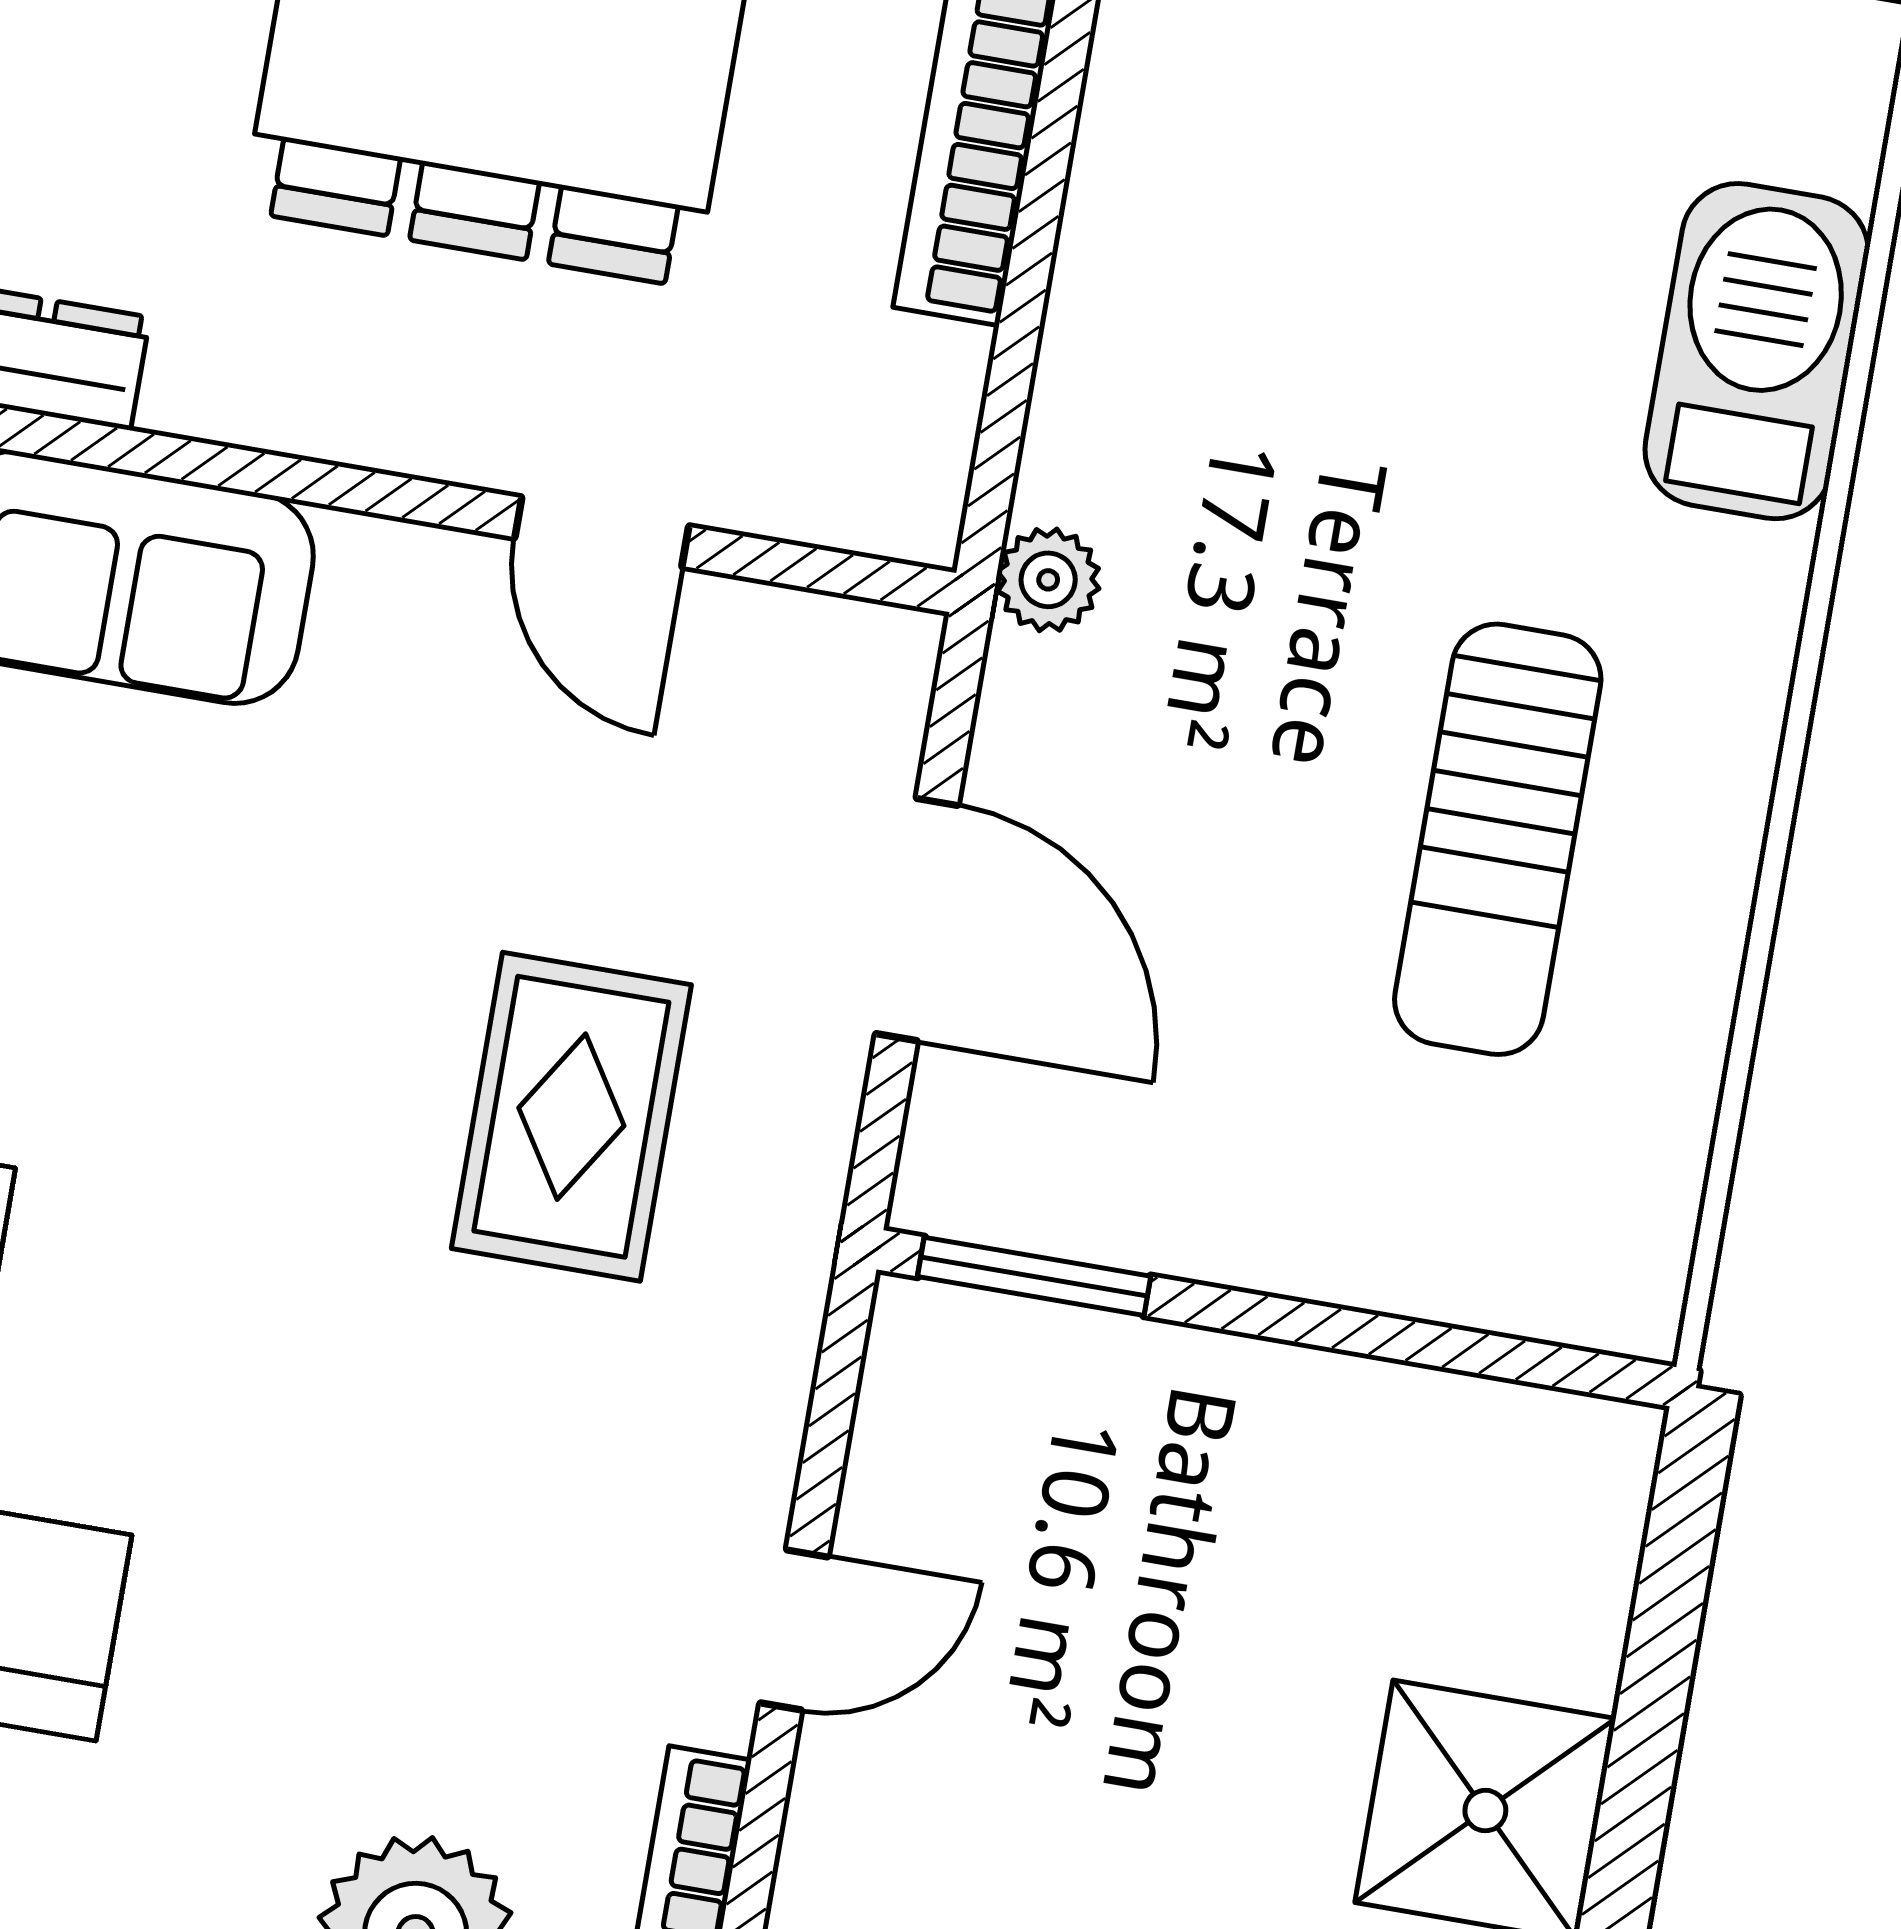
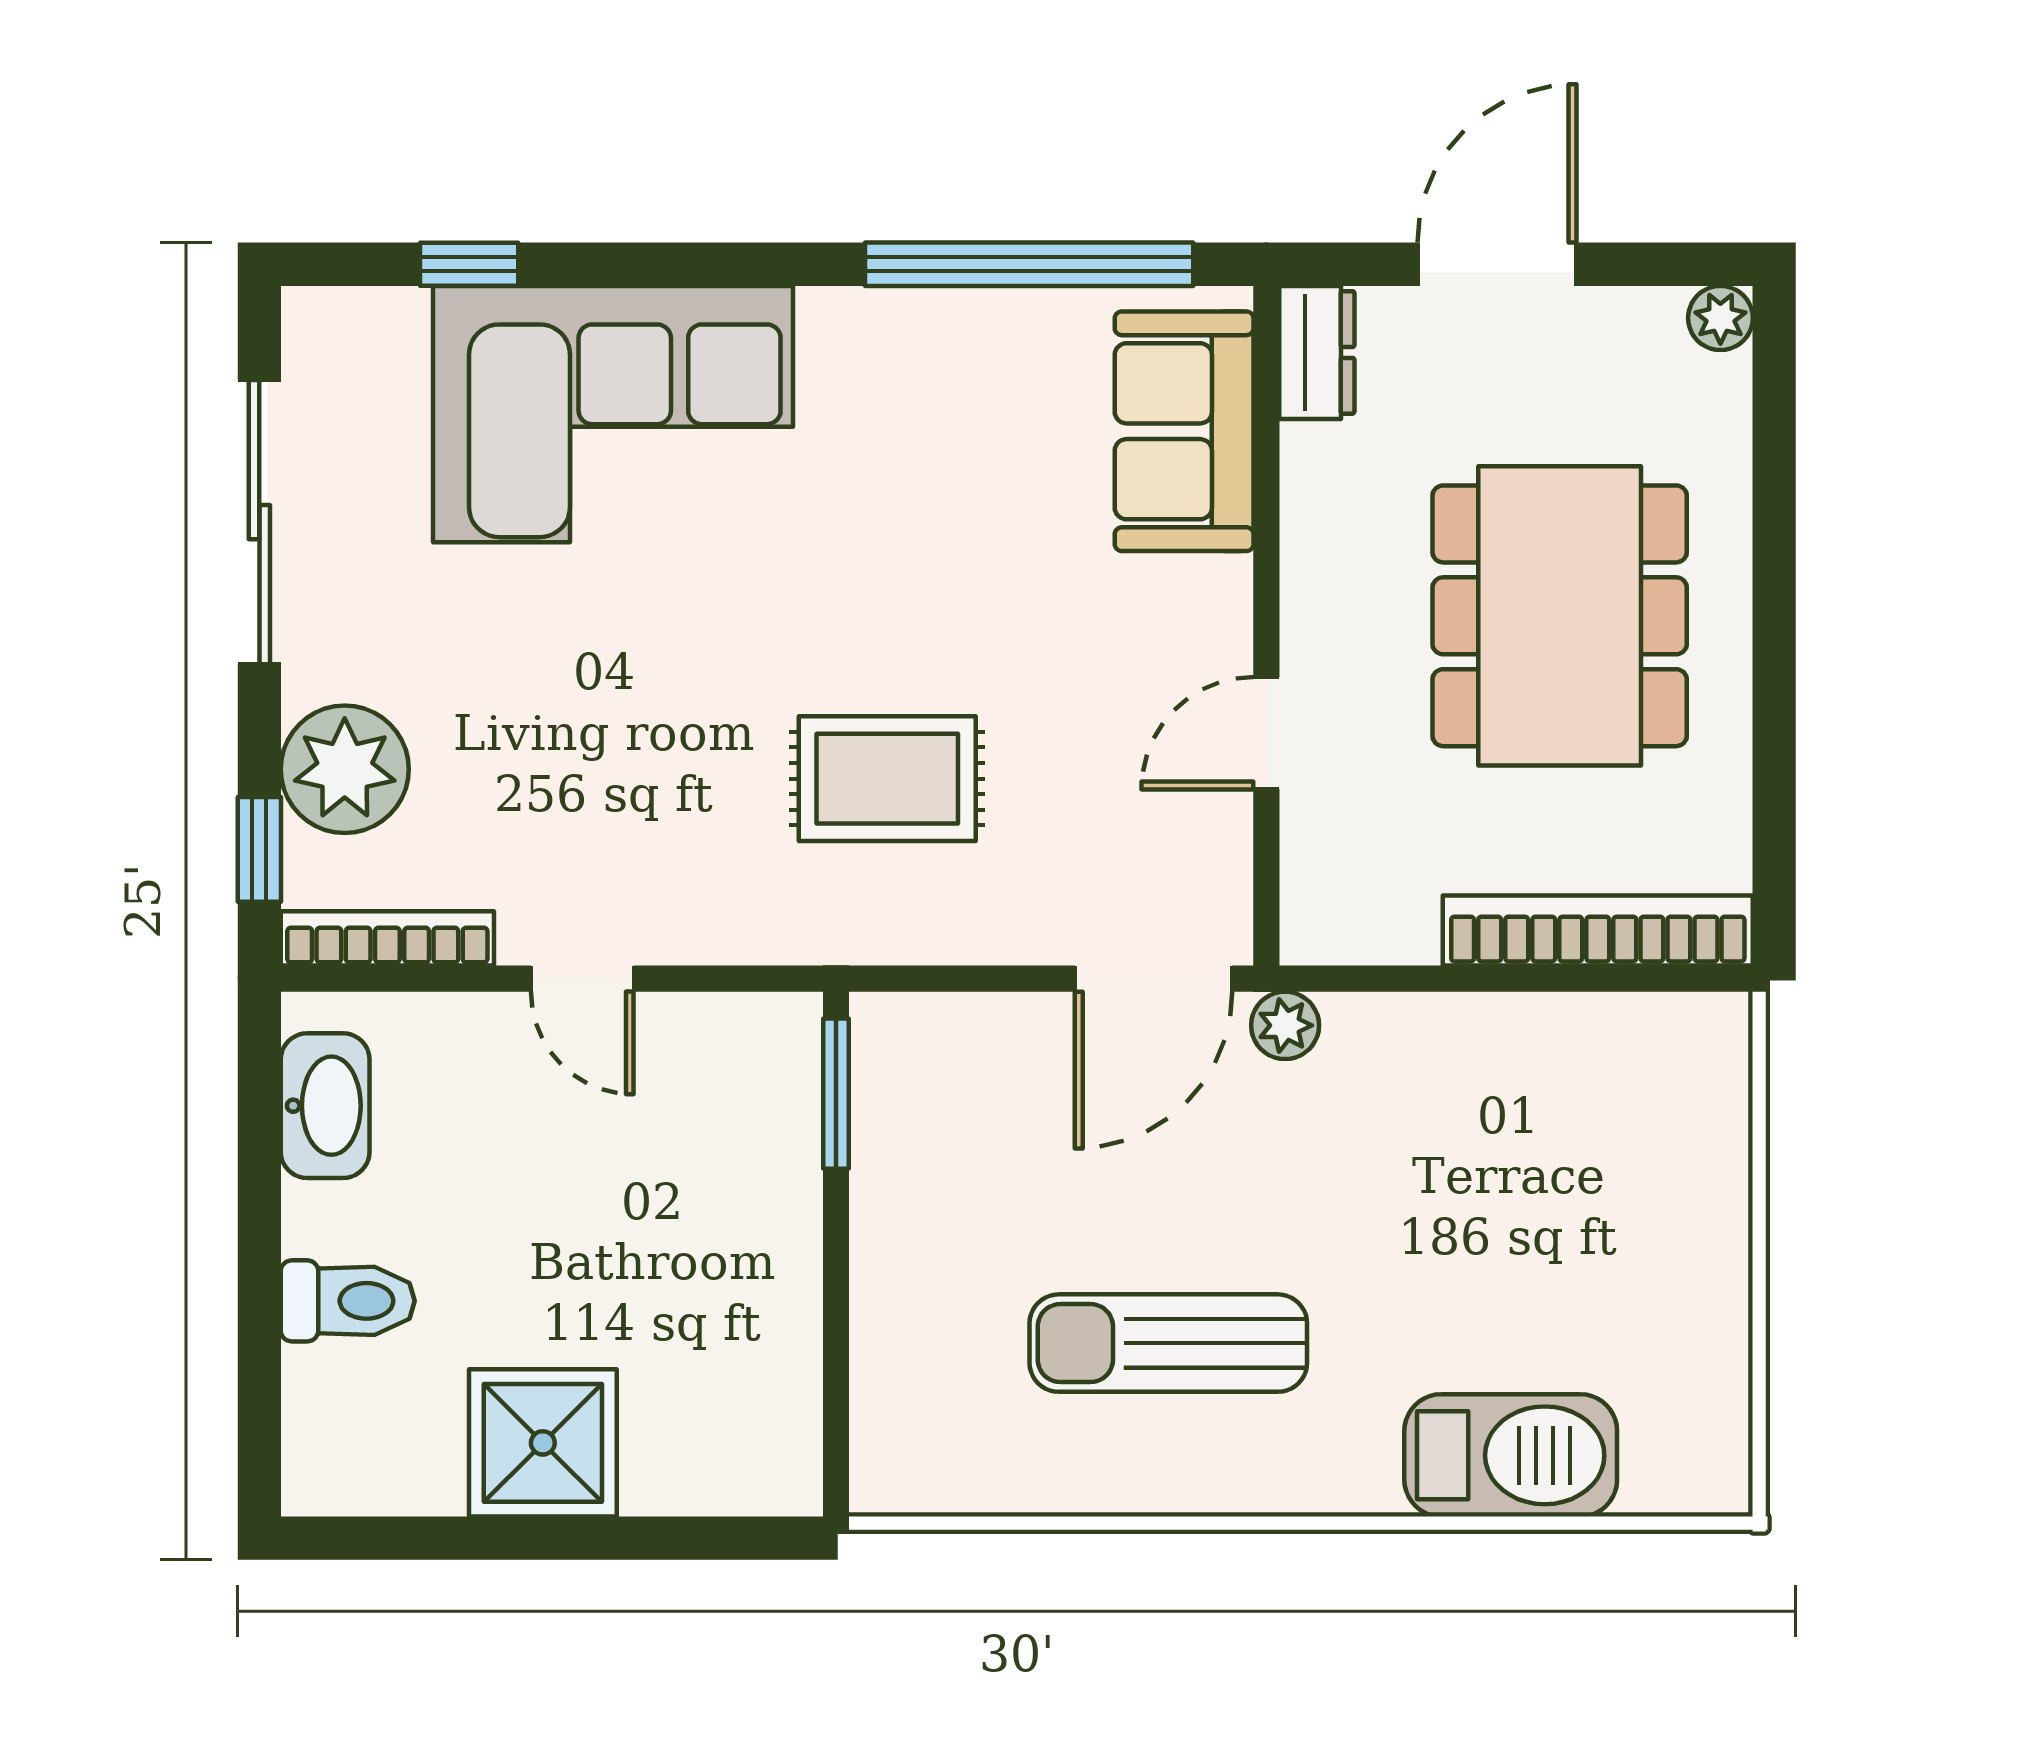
door: (917, 920) -> (1154, 979), moved

